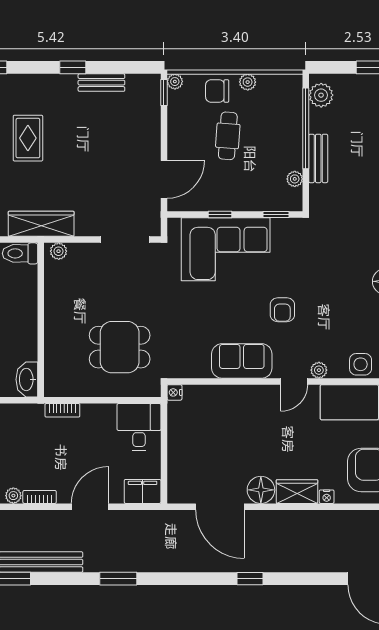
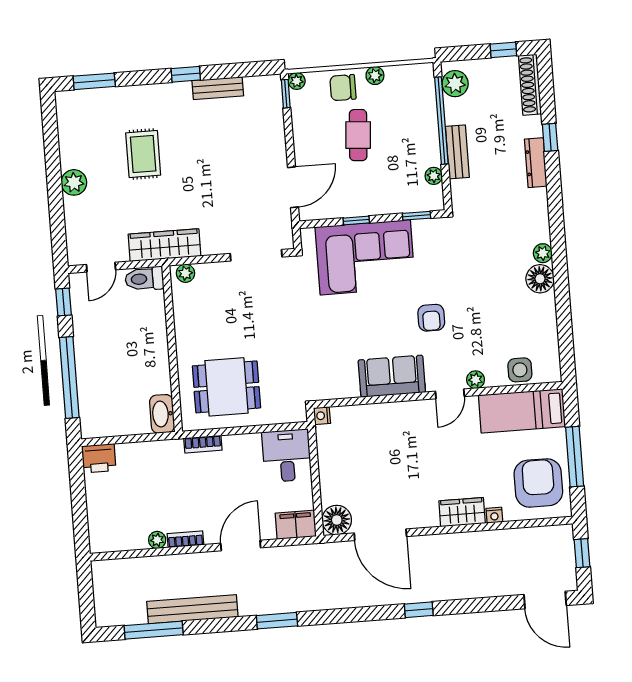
dining table: (120, 347) -> (226, 387), moved
floor lamp: (261, 490) -> (337, 520), moved

